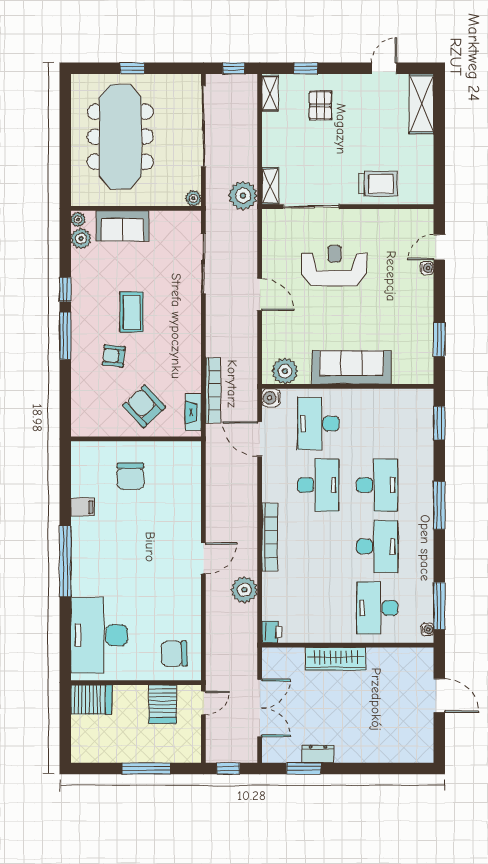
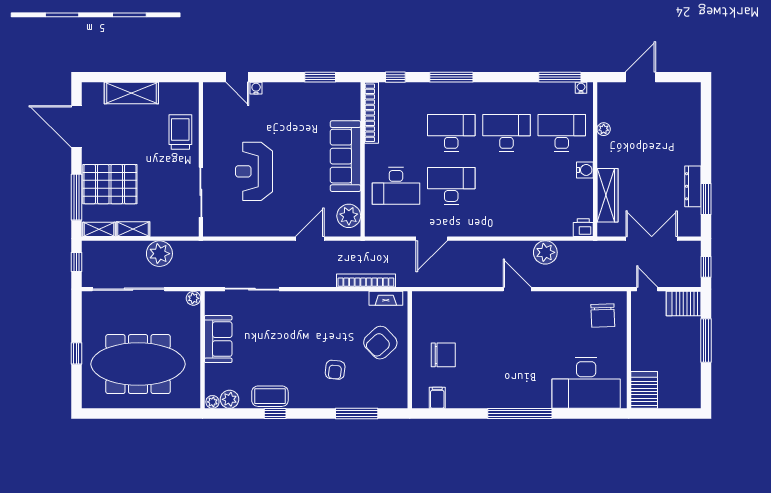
window: (306, 68) -> (76, 197), width x2.17
door: (384, 68) -> (76, 127), width x1.87
shelving: (422, 104) -> (131, 93), moved
pallet: (320, 106) -> (110, 184), width x2.05, depth x2.00
shelving: (270, 186) -> (133, 229), moved
plant: (243, 196) -> (159, 254), moved
sofa: (122, 226) -> (218, 339), moved
door: (260, 295) -> (310, 239), moved
coffee table: (132, 312) -> (270, 396), moved
window: (65, 336) -> (357, 414), moved
water cooler: (271, 398) -> (585, 170), moved, turned -90
window: (439, 423) -> (395, 77), width x0.67
door: (260, 439) -> (432, 239), moved
window: (439, 505) -> (451, 77), moved
filing cabinet: (83, 507) -> (437, 398), moved
bookcase: (270, 537) -> (372, 113), moved, turned 90
desk: (377, 608) -> (562, 133), turned 180
plant: (381, 655) -> (604, 129), added
wardrobe: (336, 659) -> (608, 195), moved
server rack: (163, 704) -> (684, 304), moved, turned 180
dresser: (318, 754) -> (693, 186), width x1.44

